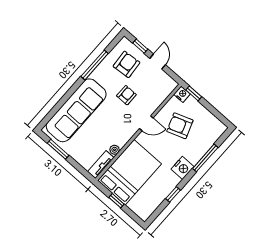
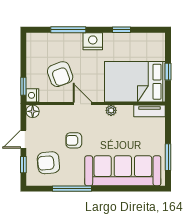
floor lamp: (171, 85) -> (33, 111), added
plant: (115, 150) -> (111, 110), moved

